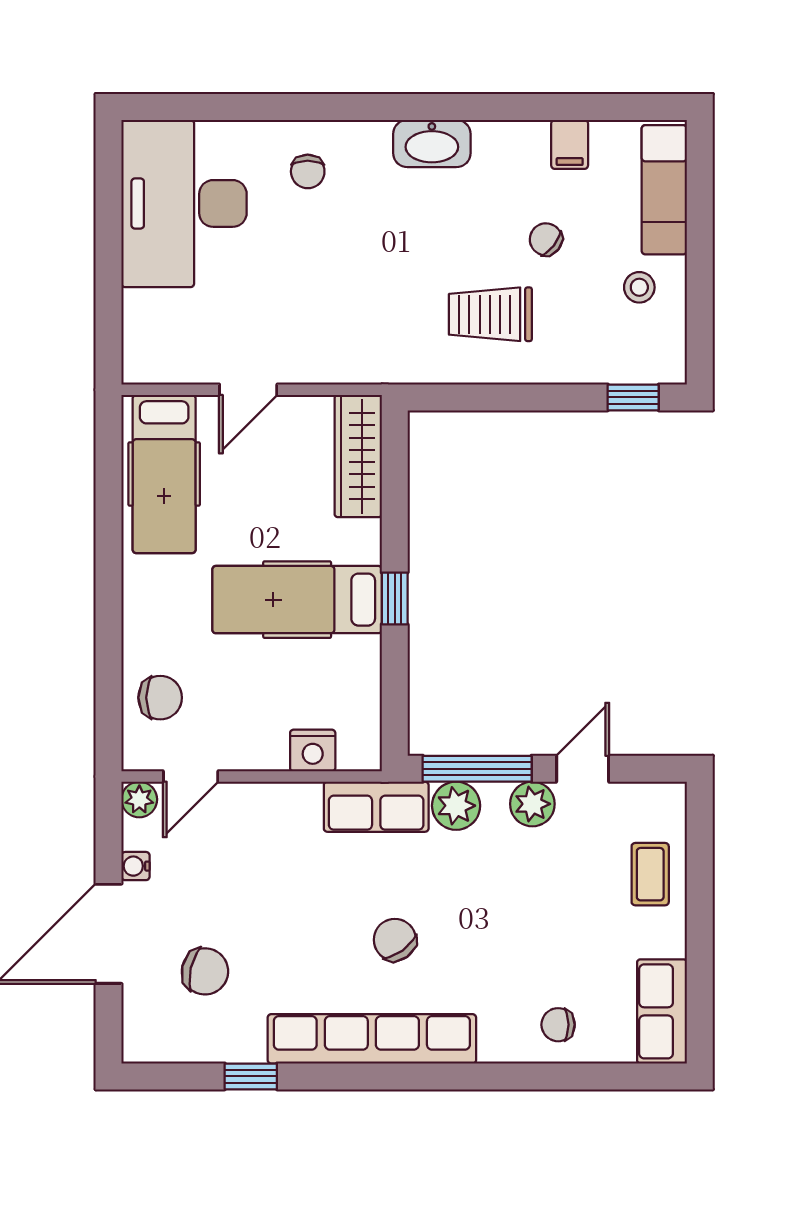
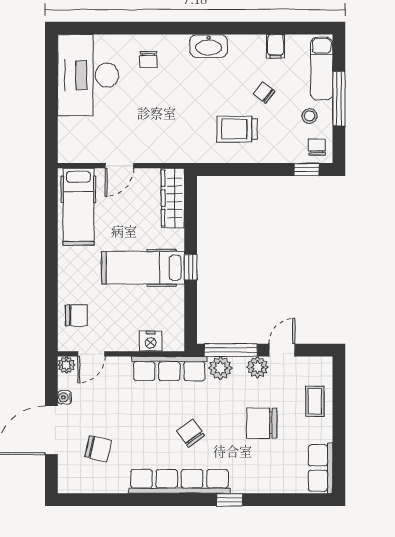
window: (700, 252) -> (339, 99), added
chair: (655, 351) -> (317, 147), added
row of seats: (376, 807) -> (169, 369), width x1.48
chair: (558, 1025) -> (262, 423), moved, width x1.87, depth x1.87
window: (251, 1076) -> (230, 500), moved

